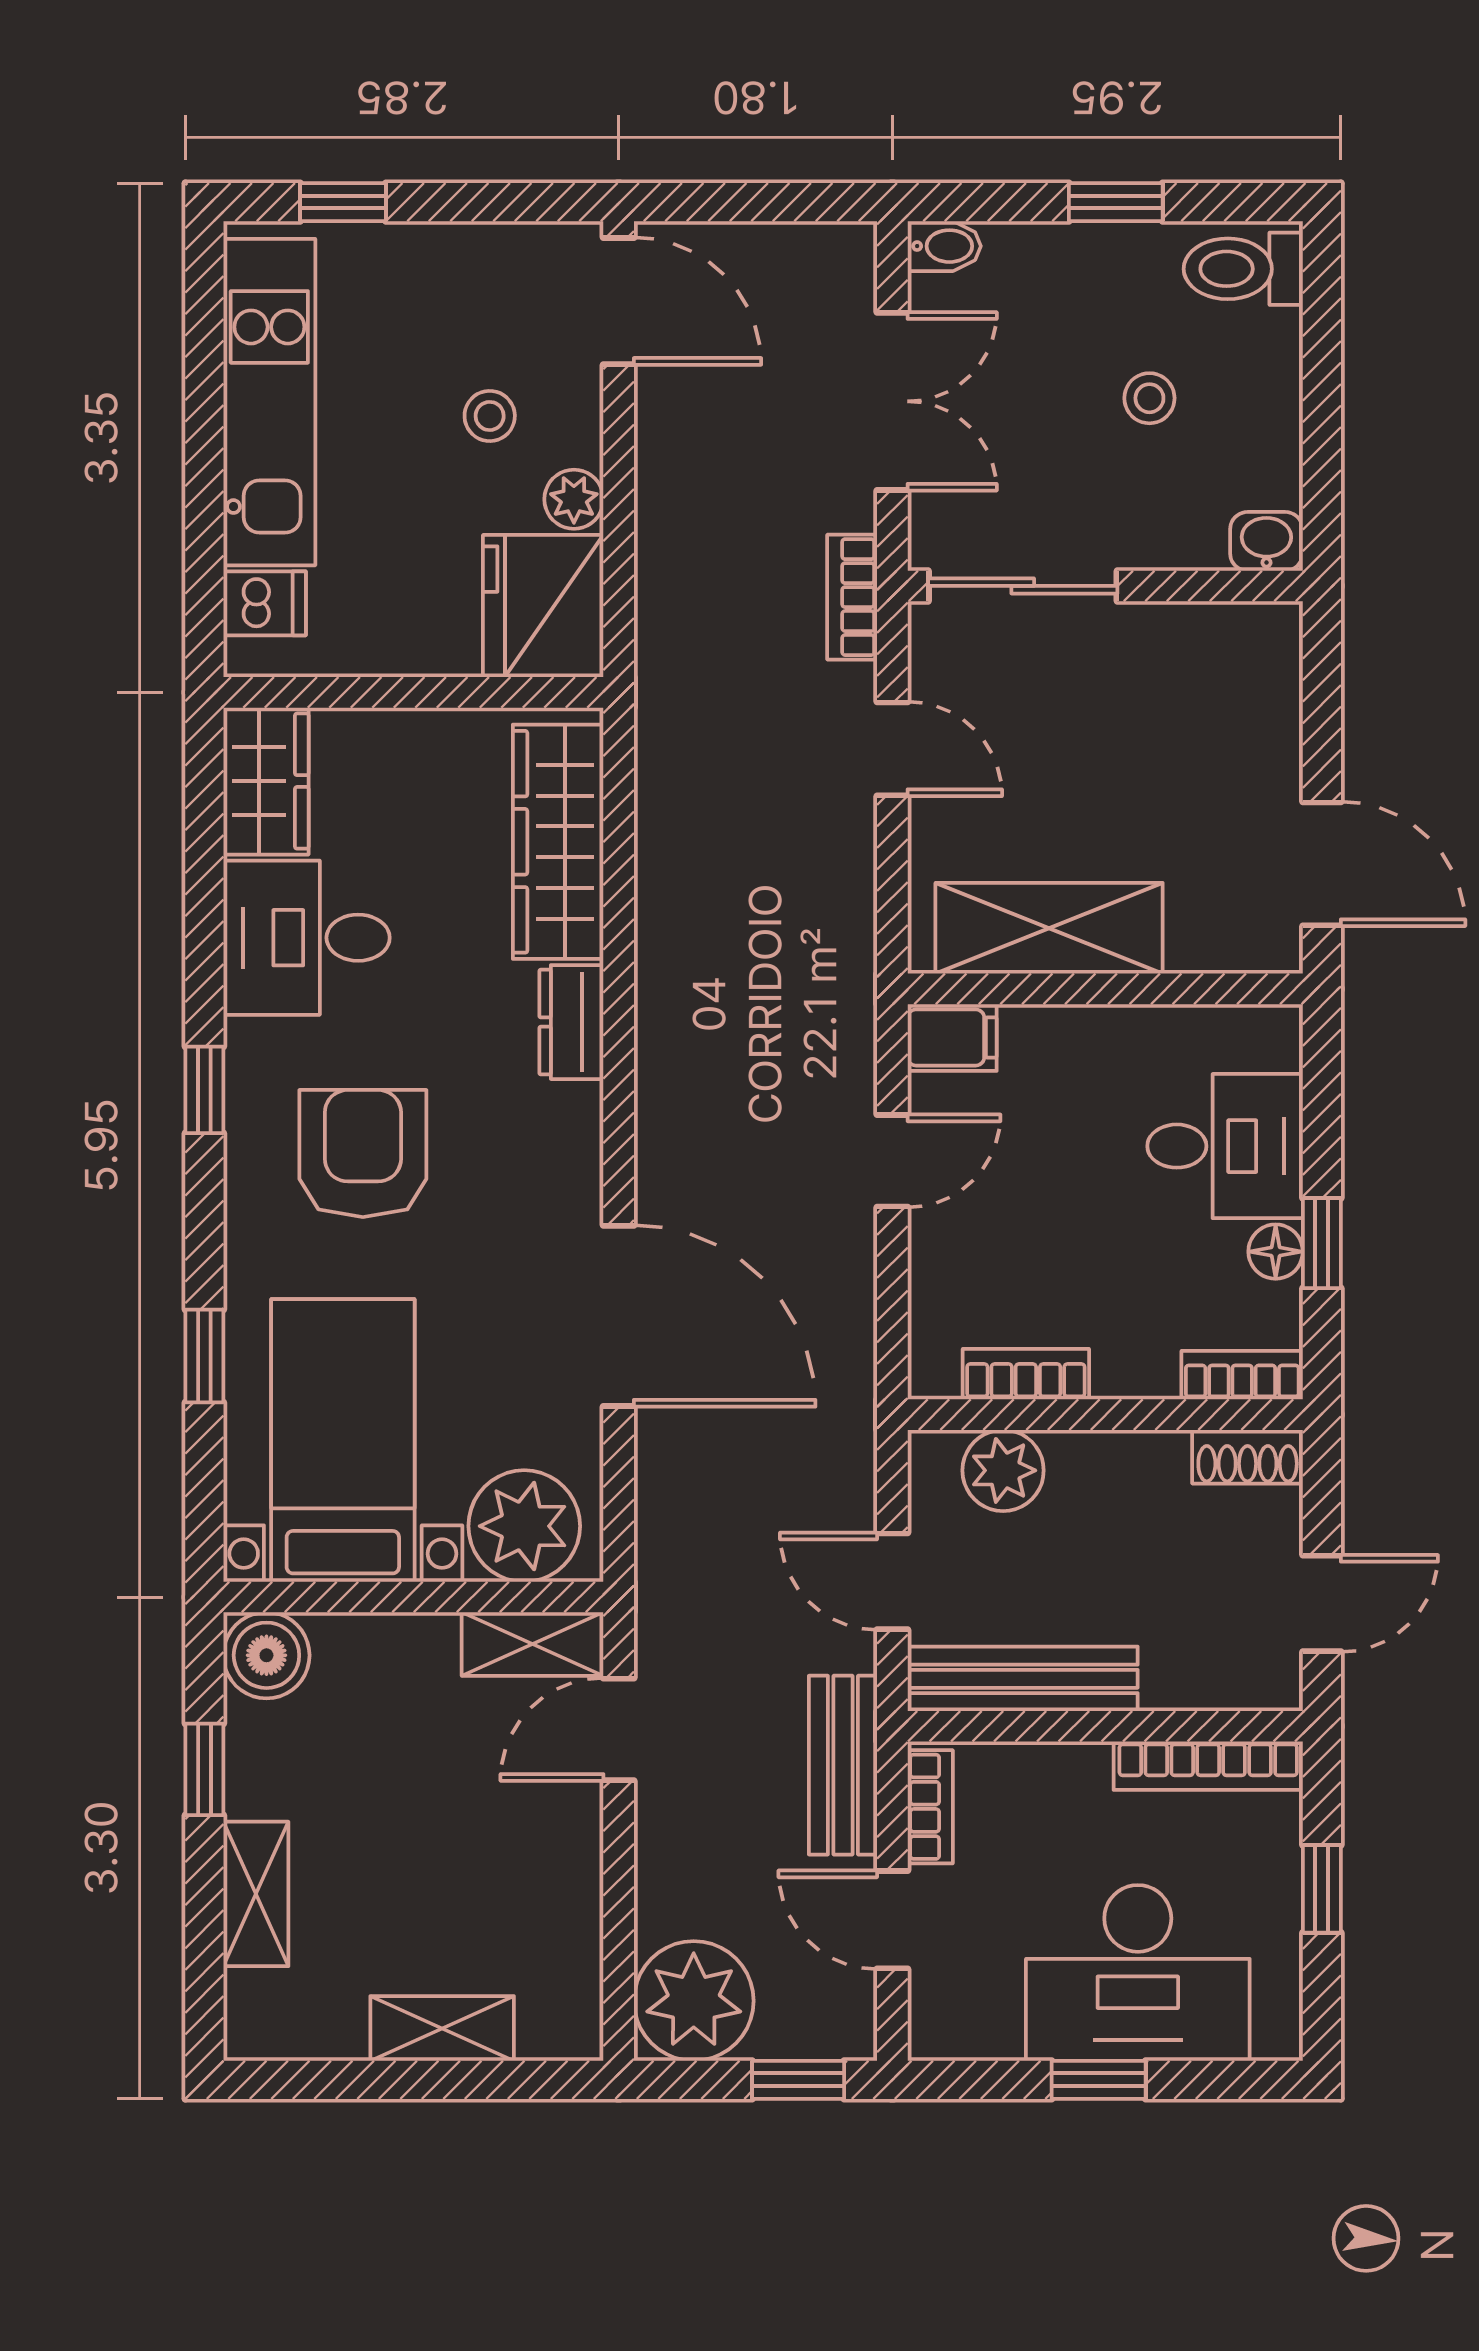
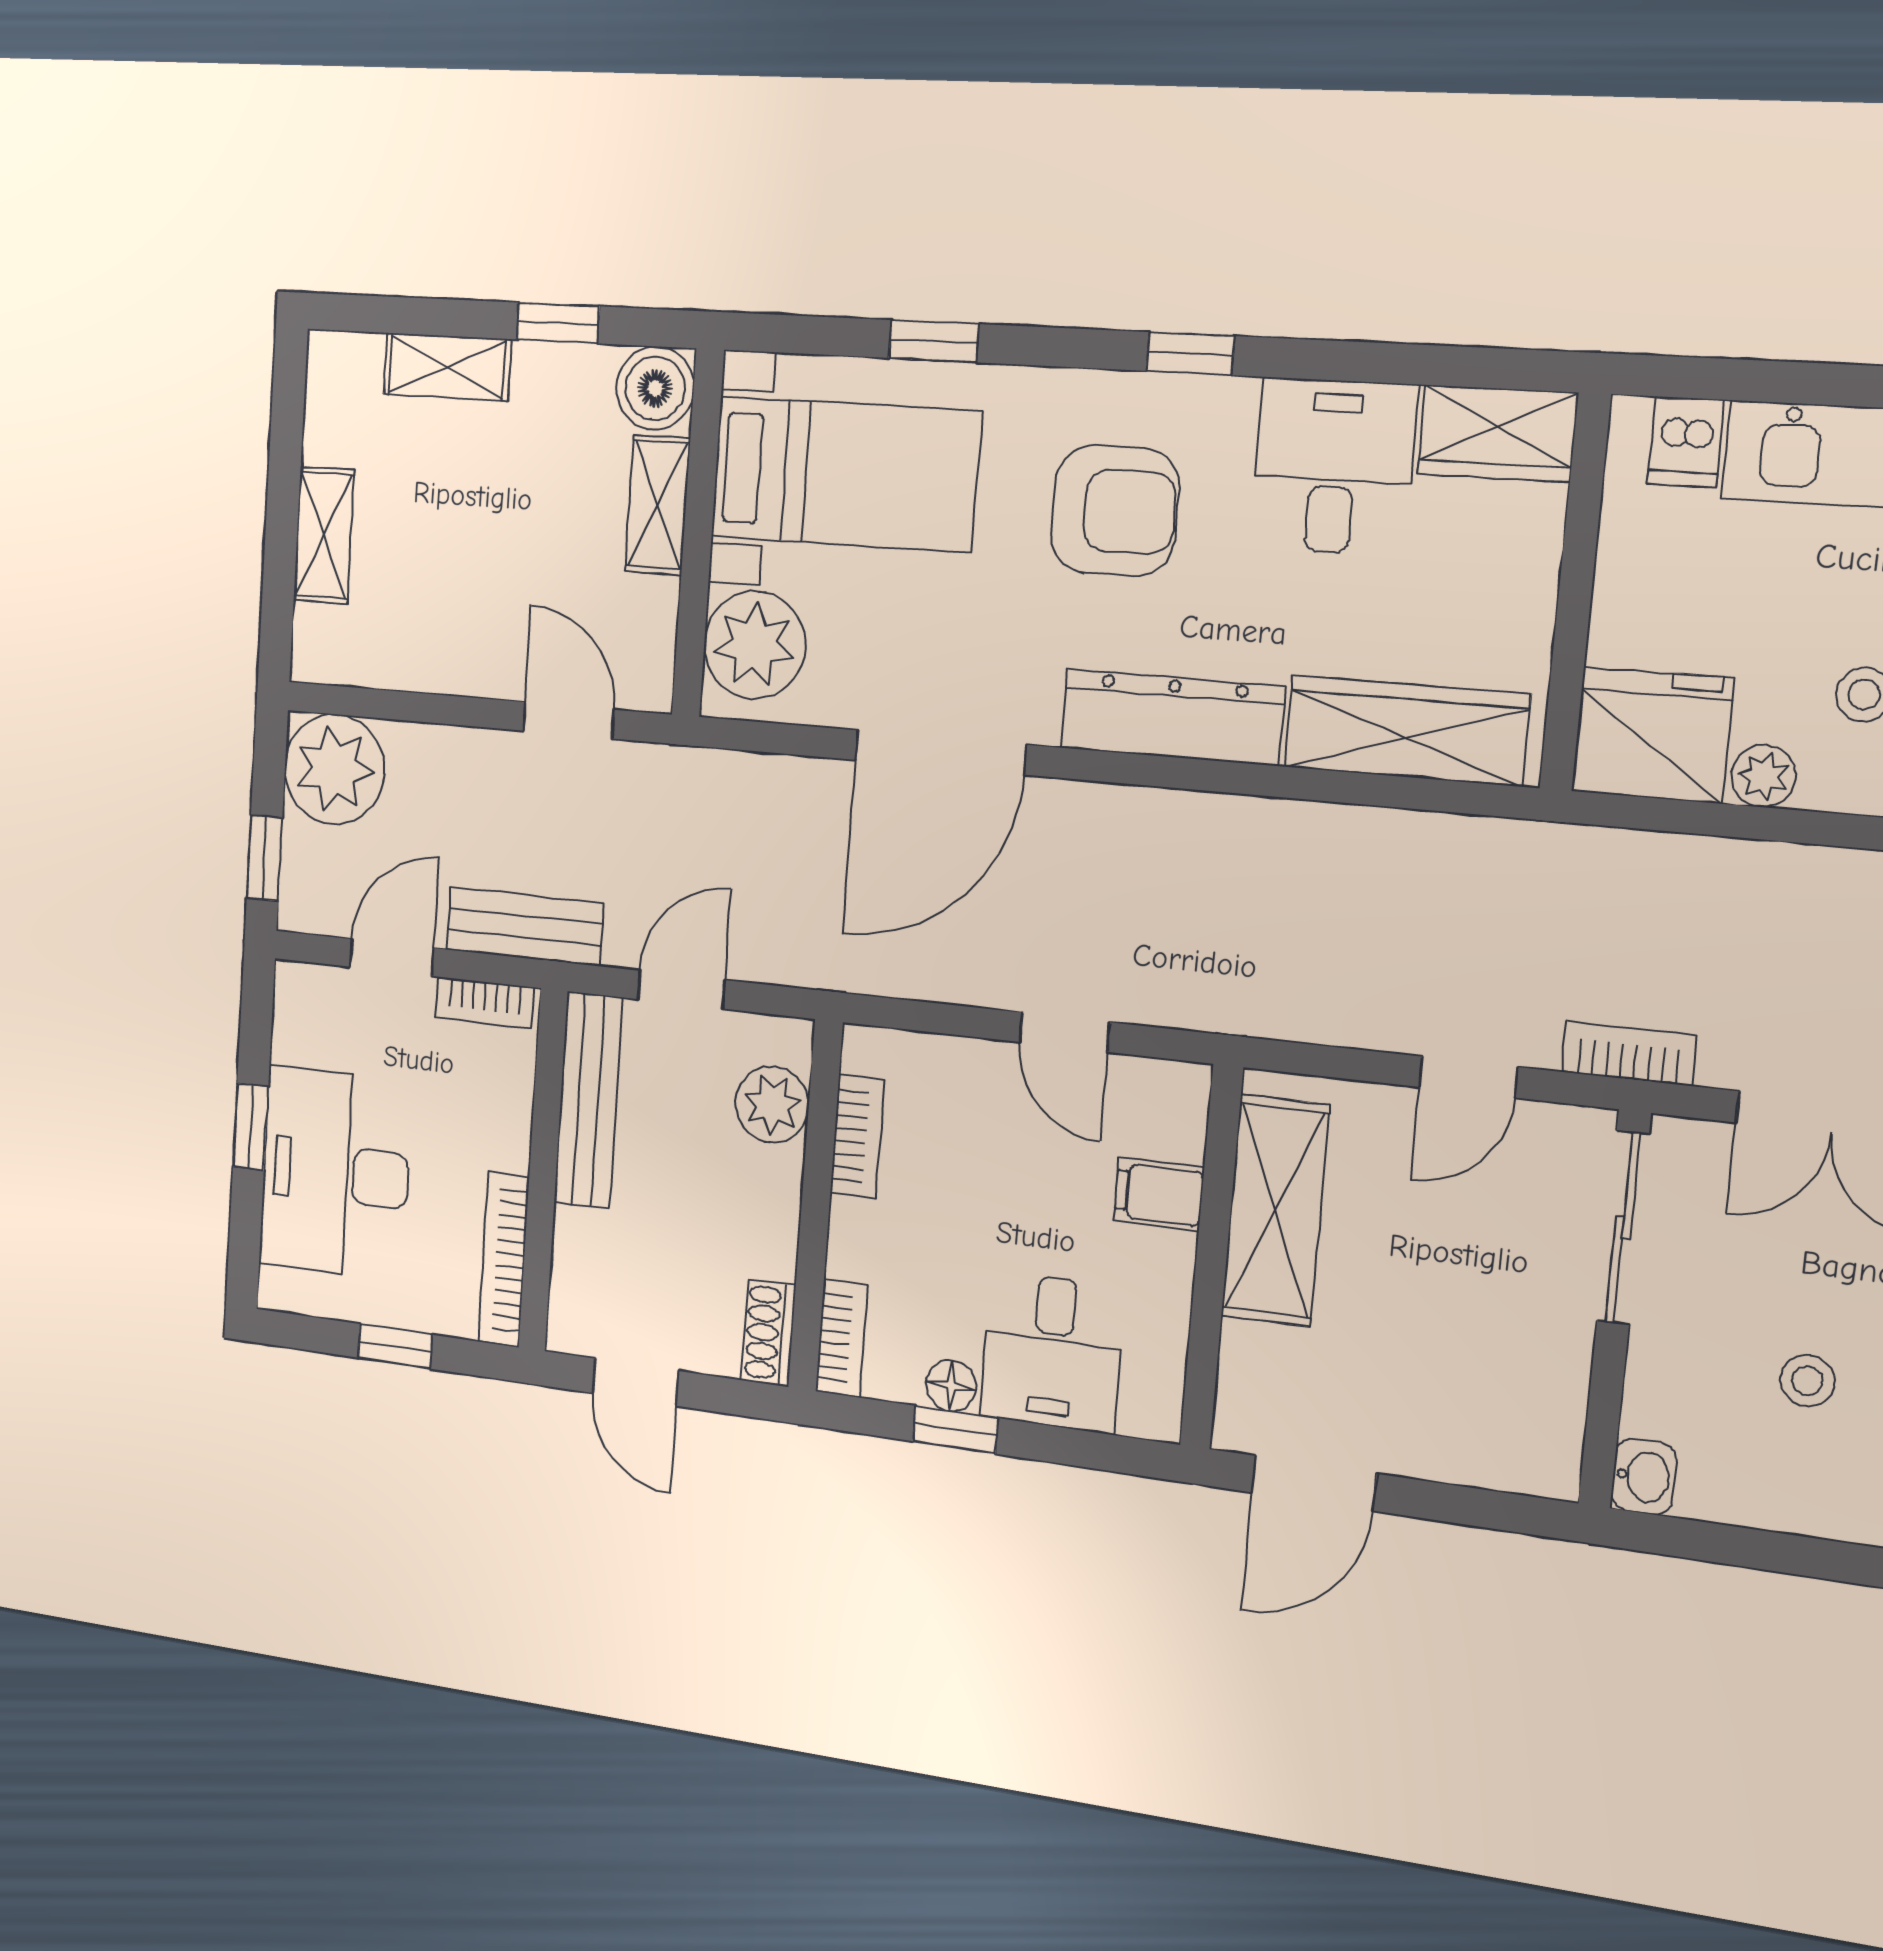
dresser: (571, 1022) -> (1172, 717), width x1.96, depth x1.24
filing cabinet: (952, 1038) -> (1159, 1194), moved, turned 90
shelving: (533, 1644) -> (658, 505), moved

